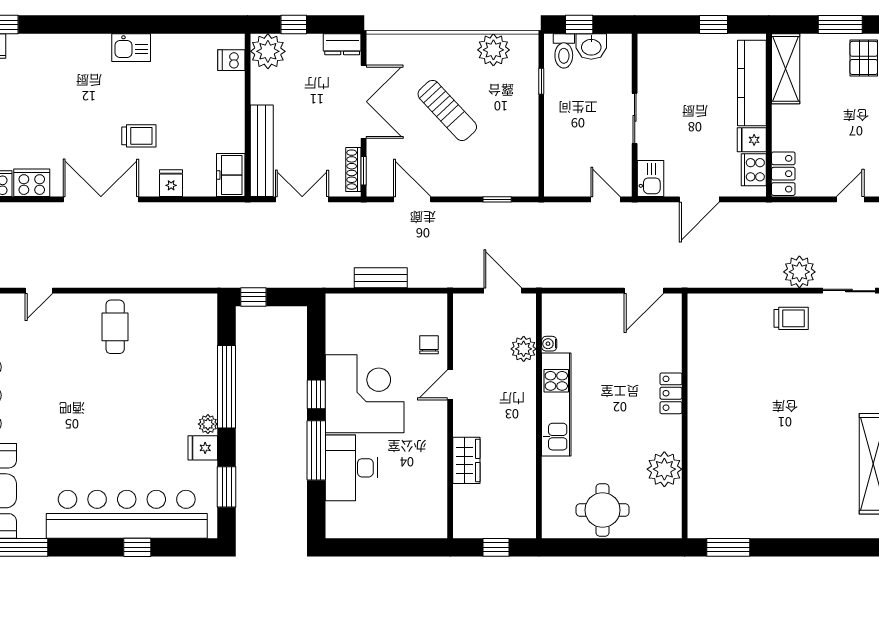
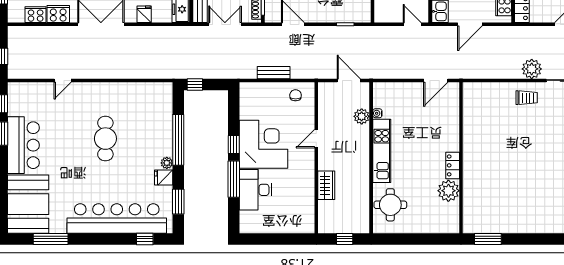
cafe table: (115, 327) -> (105, 139), moved, width x1.37, depth x1.35
chair: (429, 345) -> (296, 95), moved
locker: (671, 393) -> (453, 165), moved
round table: (603, 510) -> (390, 205), moved
window: (137, 547) -> (145, 239), moved

